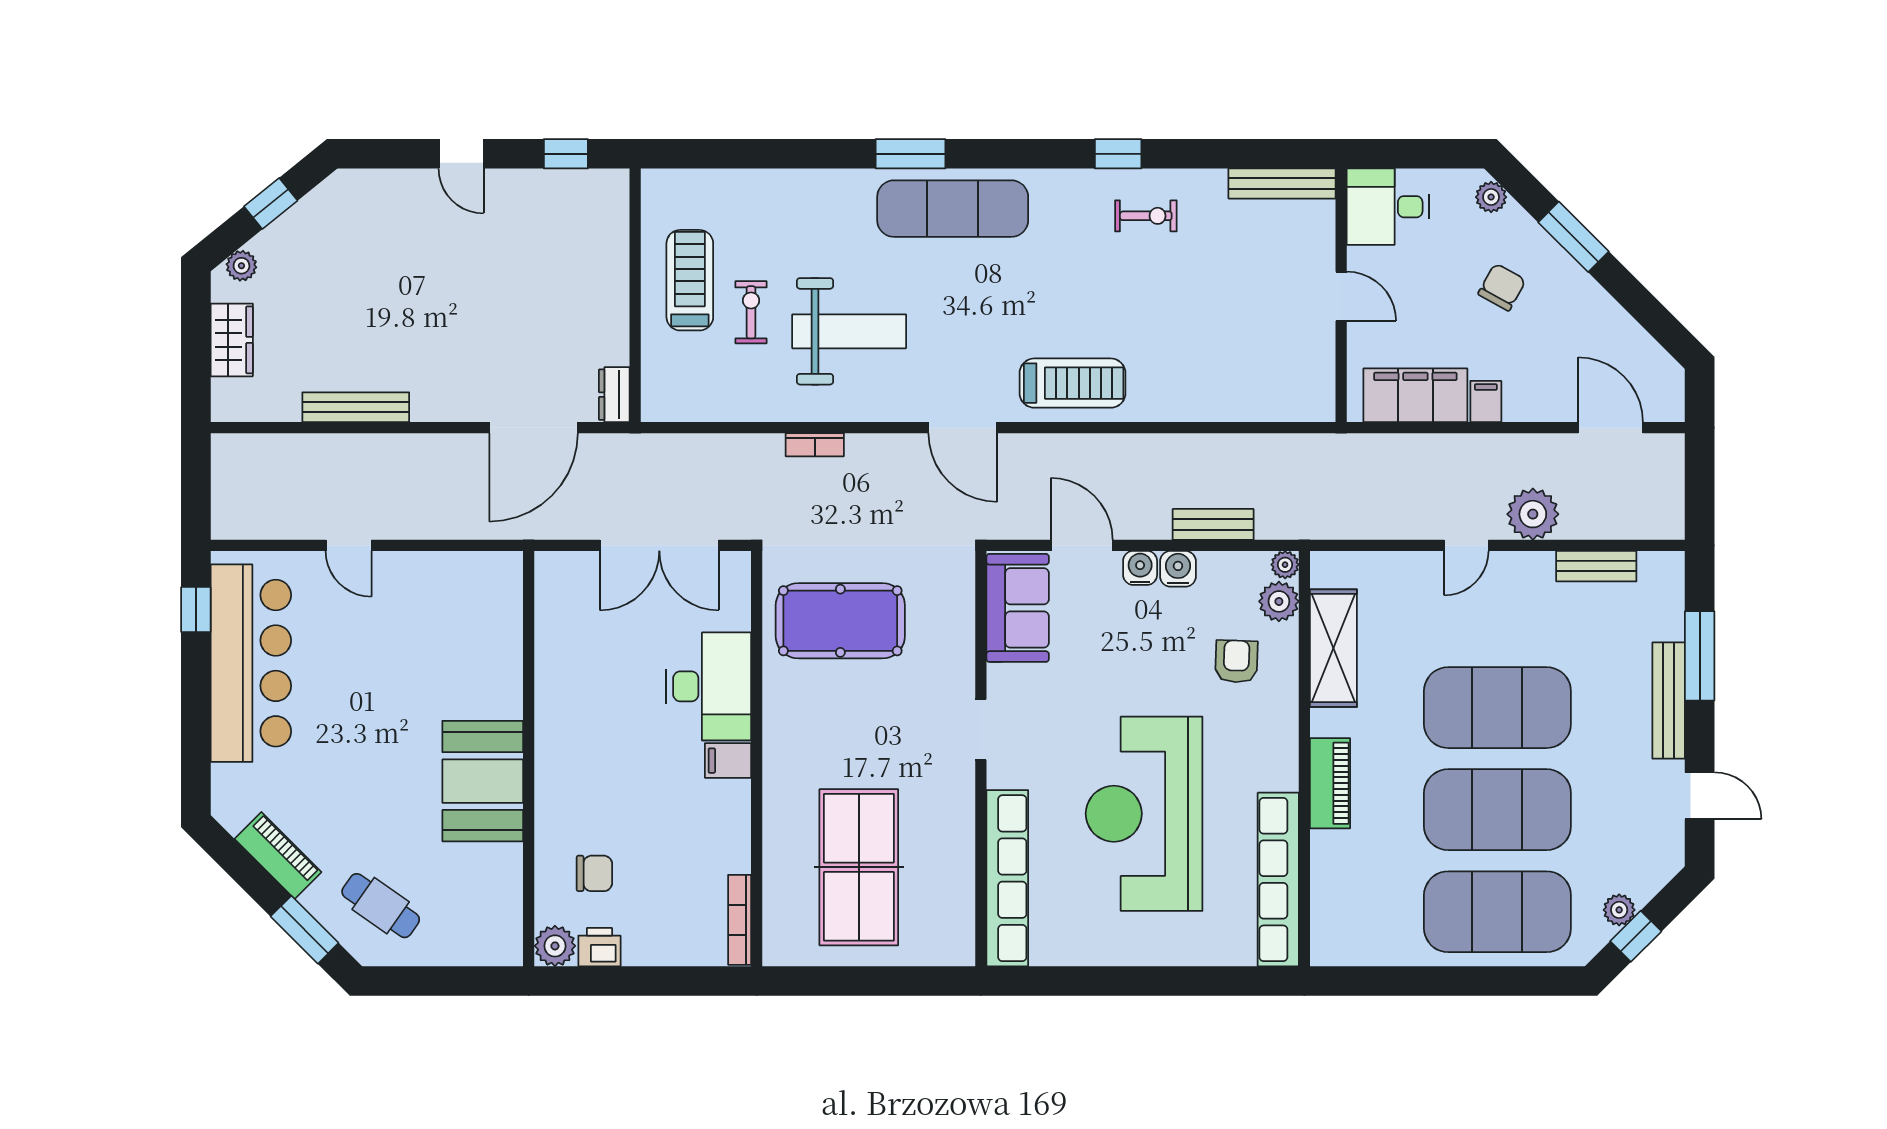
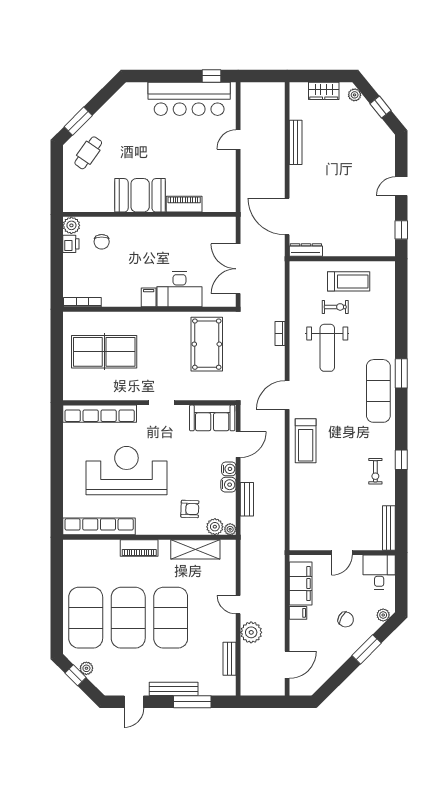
dresser: (614, 395) -> (306, 250), width x1.44
piano: (278, 855) -> (184, 204), moved, turned -135

